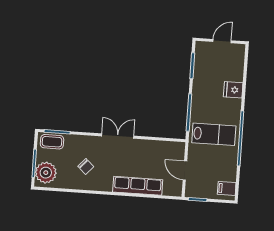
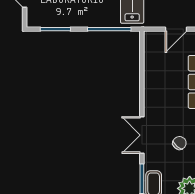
double door: (118, 136) -> (142, 135), moved

